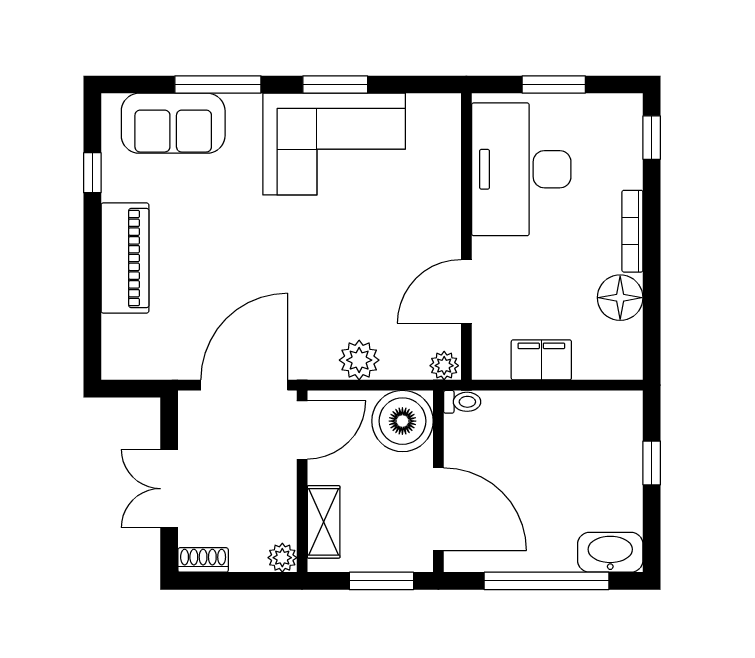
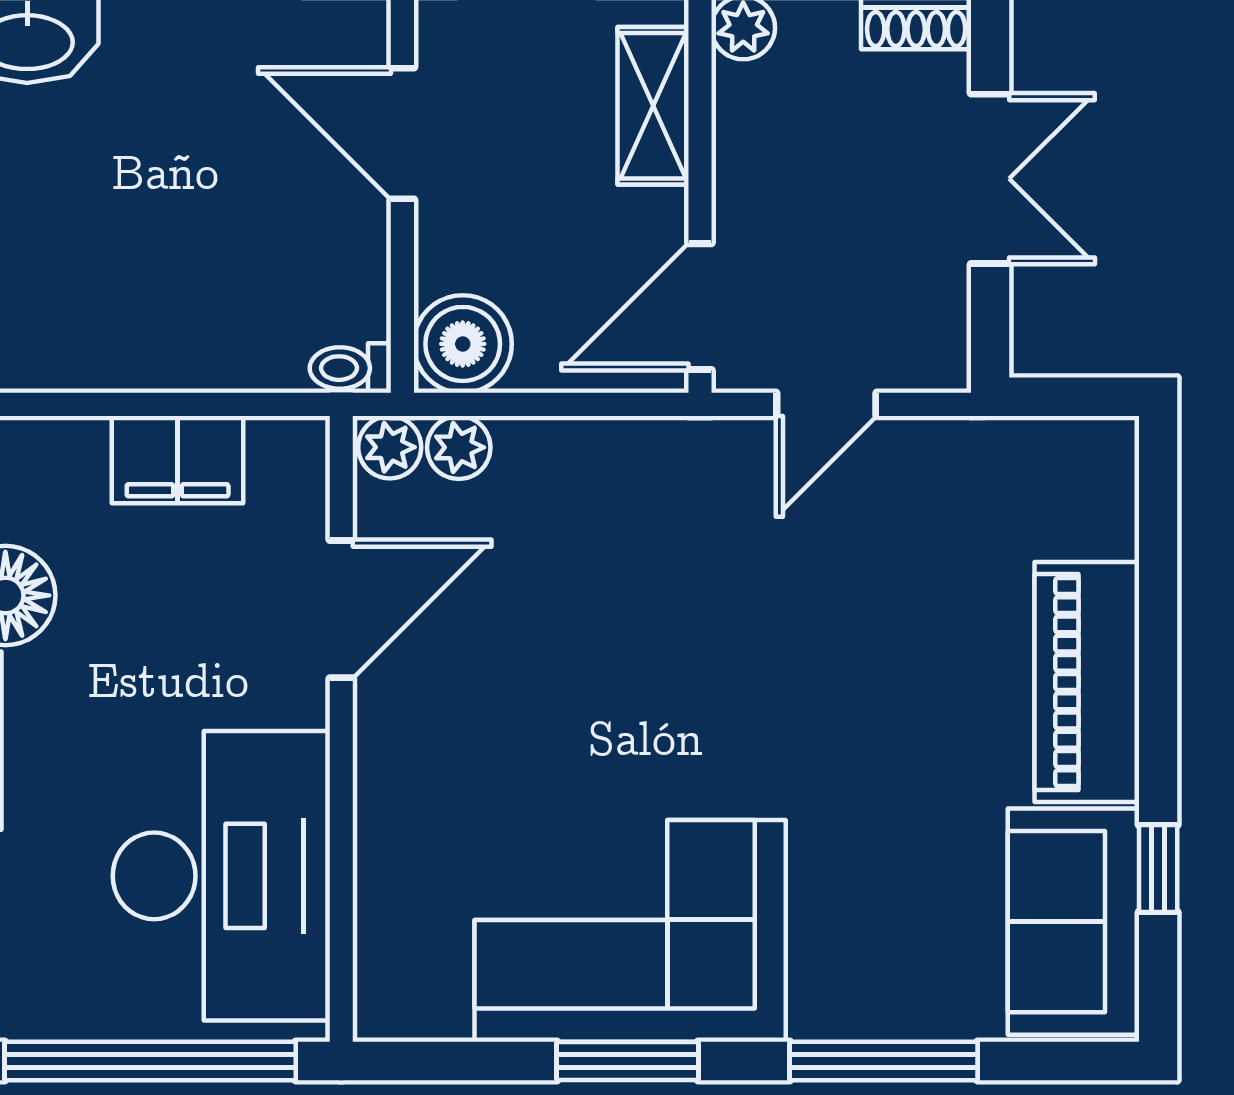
window: (554, 84) -> (150, 1061), width x2.11
sofa: (173, 123) -> (1073, 922), moved, turned -90
plant: (359, 360) -> (459, 447), moved, width x0.73, depth x0.73
door: (244, 385) -> (826, 404), width x0.53
boiler: (402, 421) -> (463, 344), width x0.73, depth x0.73
door: (438, 509) -> (402, 133), width x0.73

